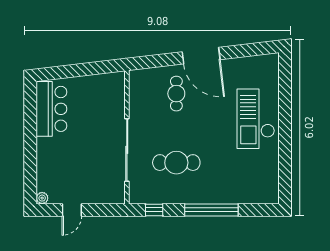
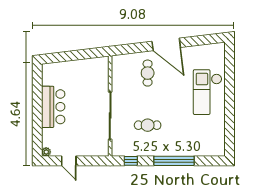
bar counter: (51, 109) -> (53, 107), moved
cafe table: (176, 163) -> (148, 125), width x0.73, depth x0.74
door: (72, 210) -> (69, 161), hinge flipped

